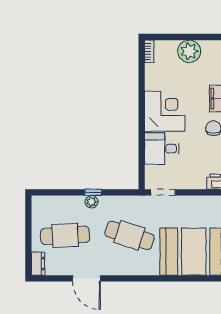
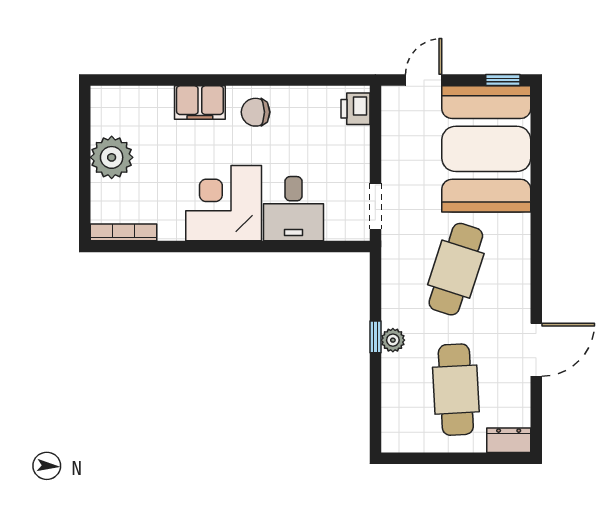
bookcase: (149, 51) -> (124, 232), width x1.56

